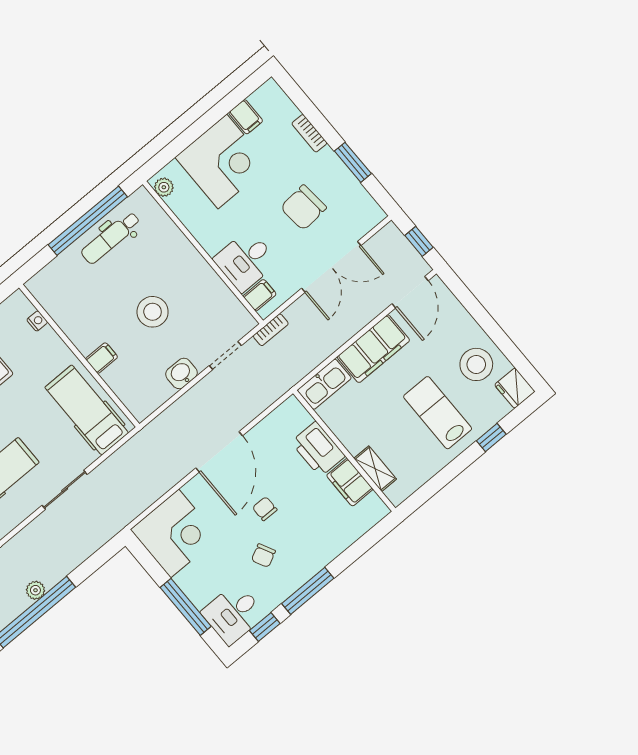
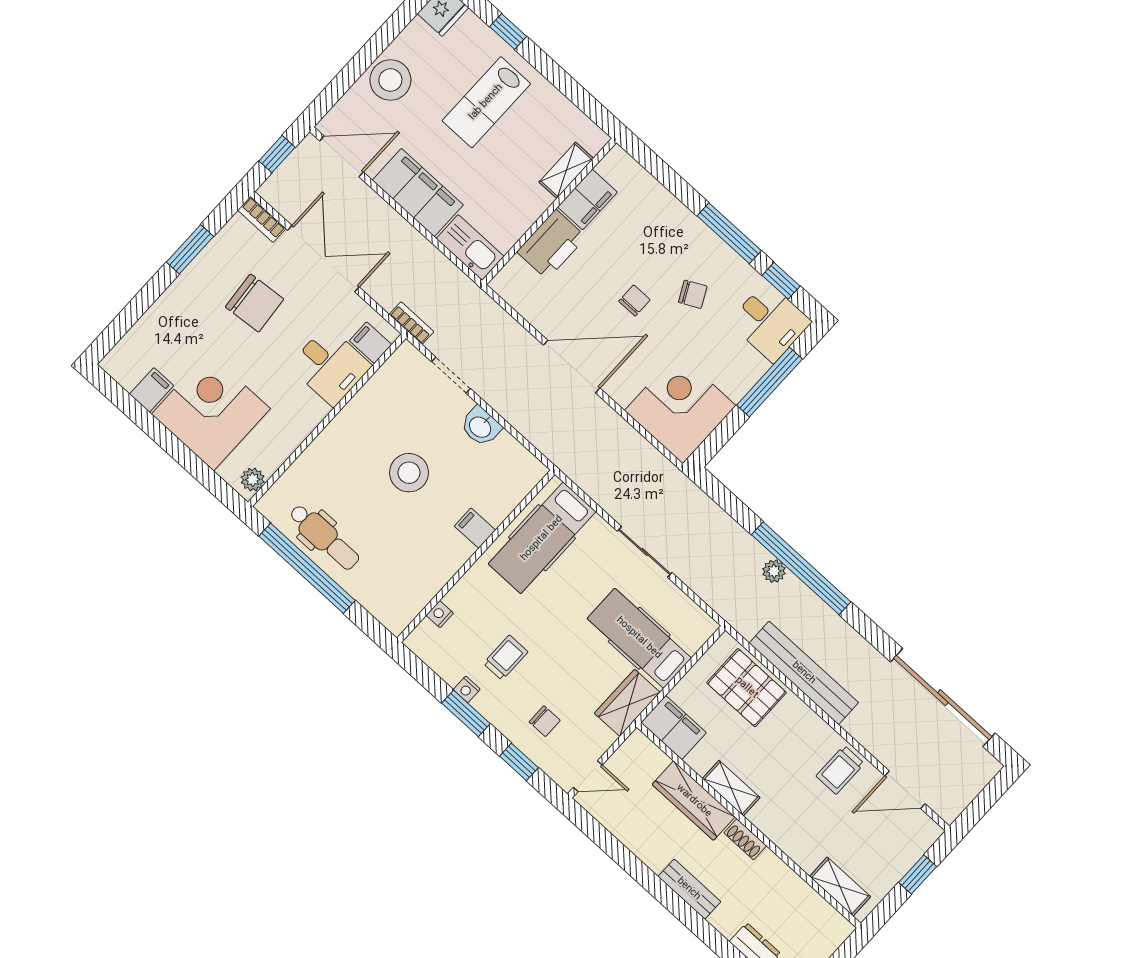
bookcase: (309, 133) -> (262, 219), moved, turned 90
stool: (476, 364) -> (390, 80), moved
chair: (265, 509) -> (634, 300), turned 180

